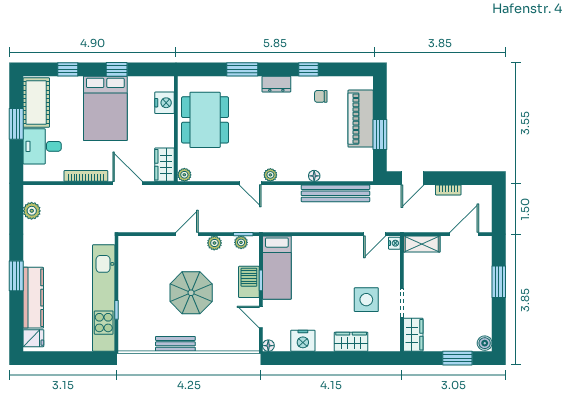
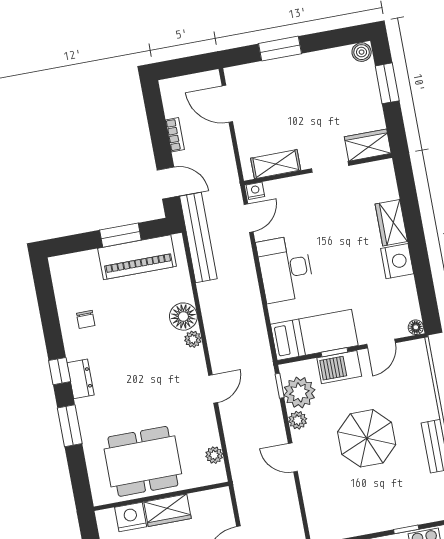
window: (308, 69) -> (60, 371), moved
piano: (361, 119) -> (137, 257), moved
wardrobe: (165, 165) -> (168, 510), moved
plant: (184, 175) -> (214, 455), moved
plant: (270, 175) -> (193, 339), moved
floor lamp: (314, 176) -> (183, 317), width x1.89, depth x1.89
bench: (335, 193) -> (198, 237), moved
door: (375, 234) -> (249, 218), hinge flipped
plant: (241, 242) -> (299, 392), width x1.88, depth x1.88
shelving: (422, 244) -> (276, 164), moved, turned 90
desk: (331, 255) -> (285, 269), added
side table: (366, 300) -> (334, 213), removed
nightstand: (303, 341) -> (397, 261), moved

